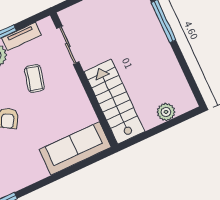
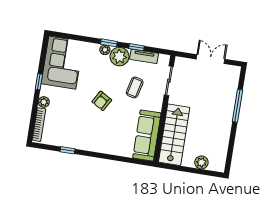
sofa: (75, 148) -> (147, 136), moved, turned -90

